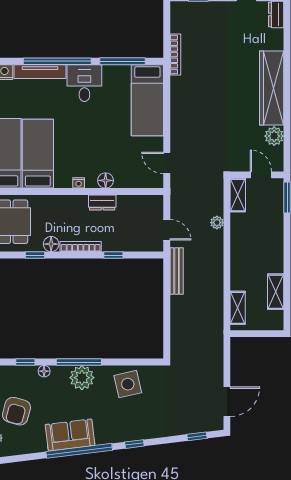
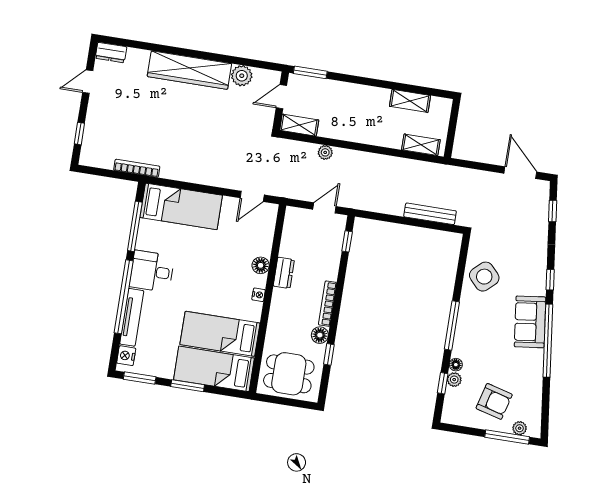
window: (113, 255) -> (347, 241), moved
bench: (177, 271) -> (430, 214), moved
plant: (82, 378) -> (454, 380), moved, width x0.53, depth x0.53
side table: (128, 384) -> (484, 277), turned -30
sofa: (70, 435) -> (530, 322), moved

